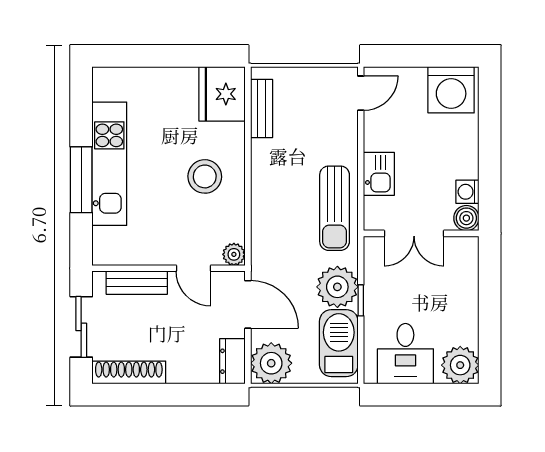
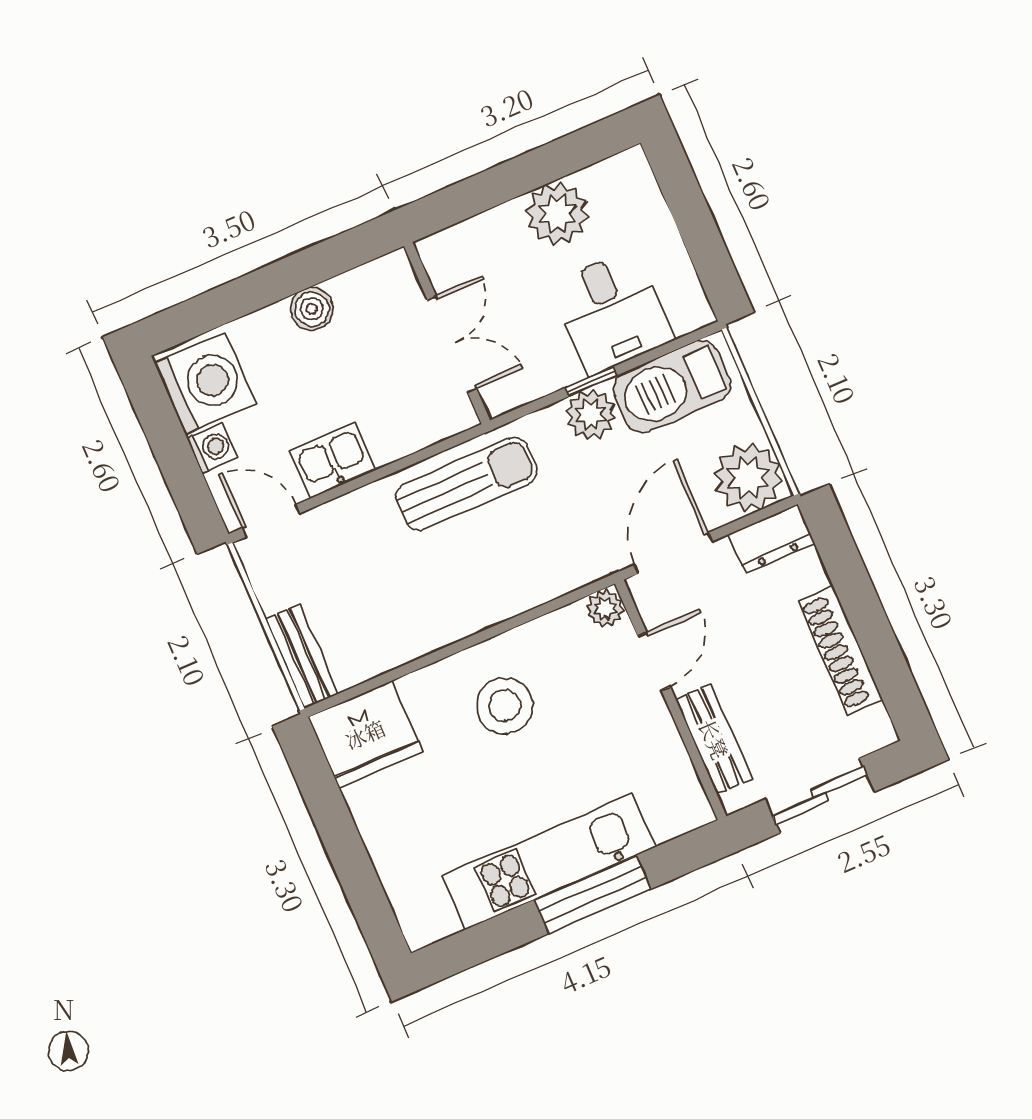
bench: (262, 109) -> (302, 656), moved, turned 90
kitchen sink: (379, 174) -> (333, 460), moved
washing machine: (467, 192) -> (212, 448), moved, turned -90
boiler: (466, 218) -> (312, 309), moved
plant: (337, 287) -> (591, 414), width x0.73, depth x0.73
desk: (405, 354) -> (612, 312), moved, turned 90
plant: (460, 365) -> (557, 214), moved
shoe rack: (129, 372) -> (841, 650), moved

